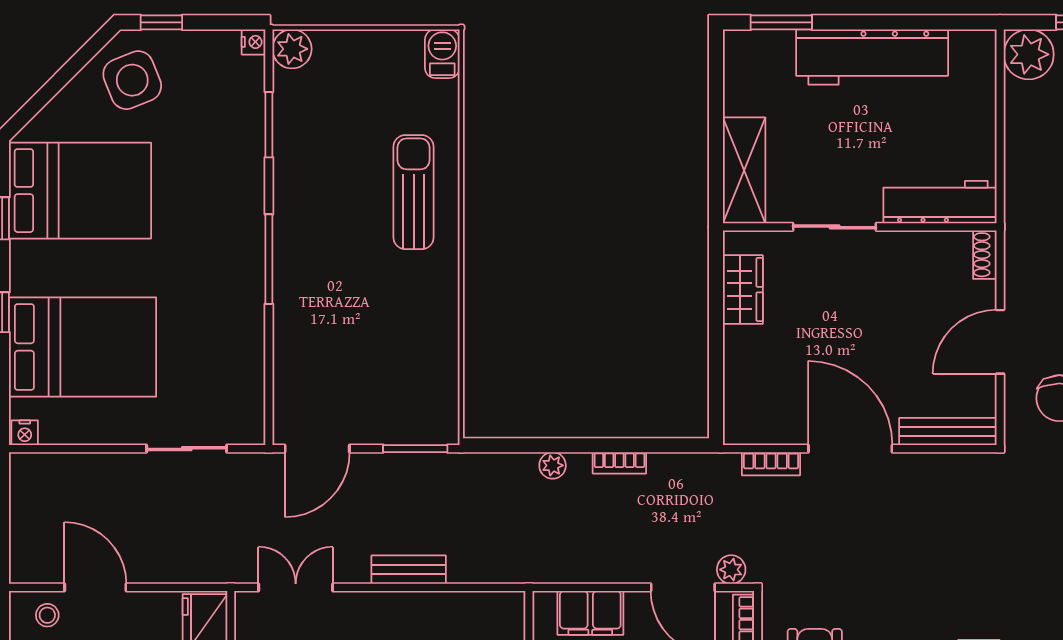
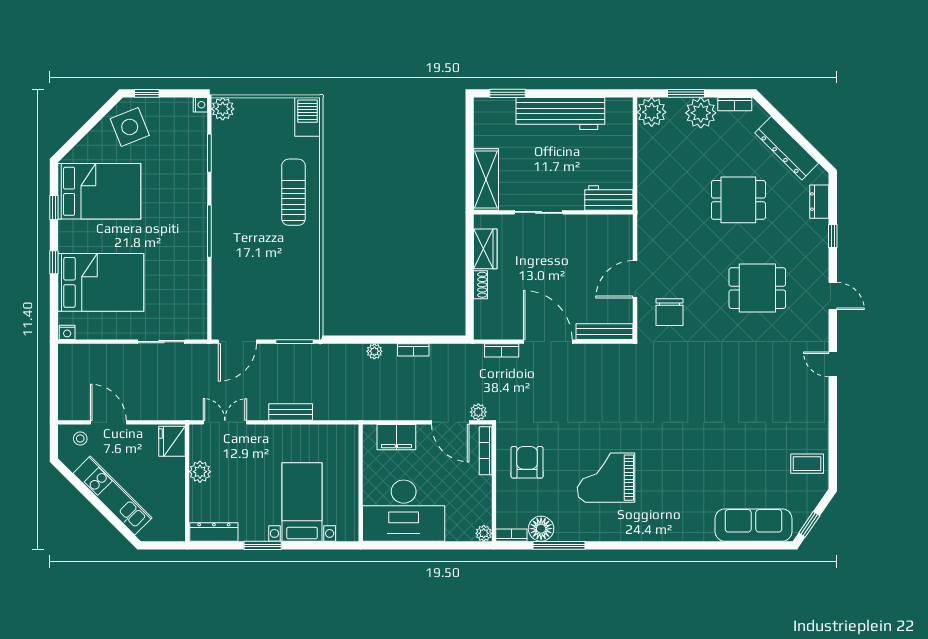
barbecue: (442, 54) -> (308, 117), width x1.38, depth x1.27
workbench: (940, 202) -> (609, 198), width x0.73
shoe rack: (985, 255) -> (480, 285), moved, turned 180

